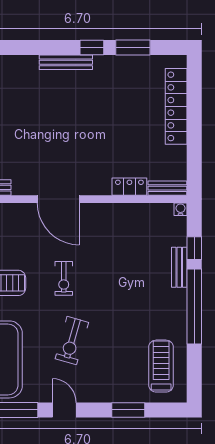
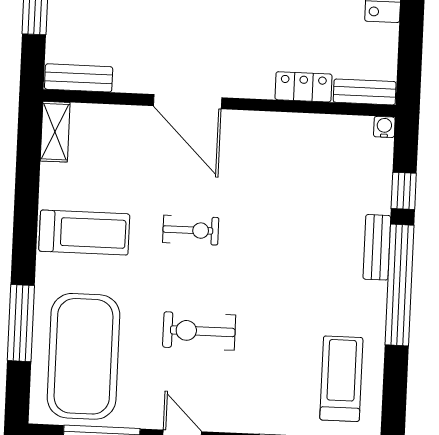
bench: (179, 267) -> (377, 247), moved
exercise bike: (64, 278) -> (191, 230), turned -90
exercise bike: (72, 341) -> (199, 331), turned 74

